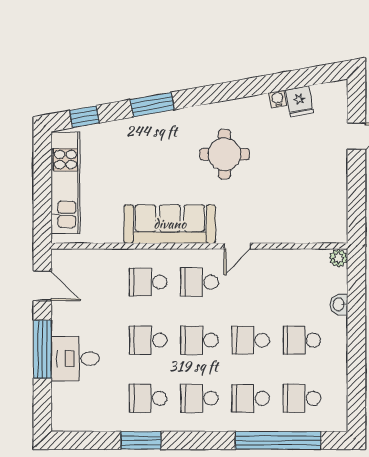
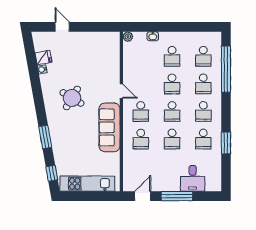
round table: (224, 154) -> (72, 98), turned 31
desk: (75, 359) -> (193, 178), moved

